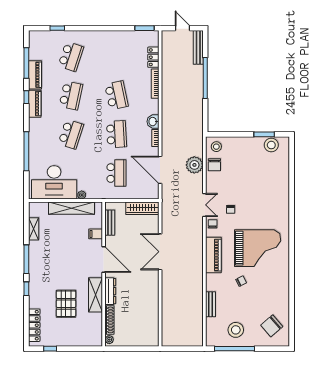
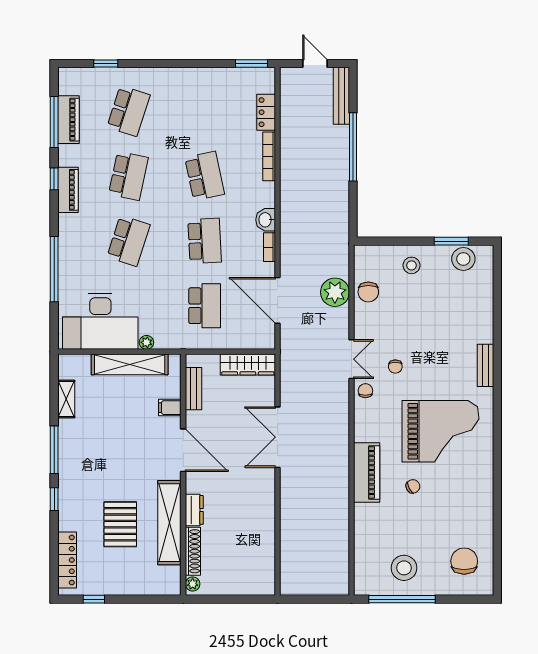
piano: (35, 75) -> (68, 120), moved
stool: (216, 147) -> (411, 265), moved
piano: (213, 255) -> (367, 472), moved
dresser: (110, 291) -> (194, 510), width x0.70
shelving: (95, 295) -> (169, 523), width x1.47
bench: (211, 304) -> (485, 365), moved
chair: (272, 326) -> (464, 561), turned 131

